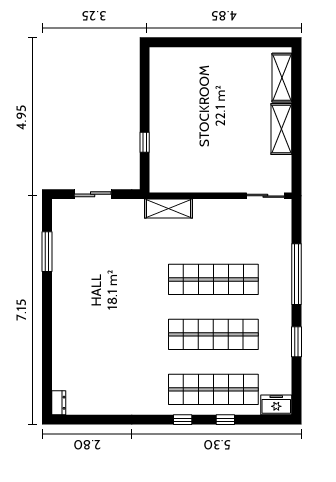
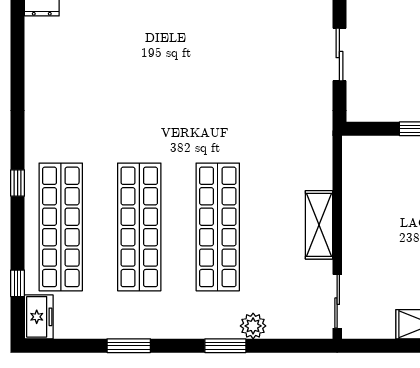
shelving: (169, 209) -> (319, 225), moved
plant: (283, 255) -> (253, 326), added
window: (297, 274) -> (225, 346), width x0.47
window: (225, 420) -> (18, 283), moved

